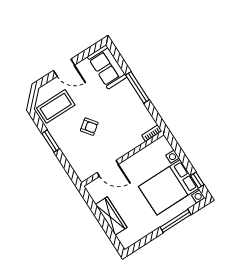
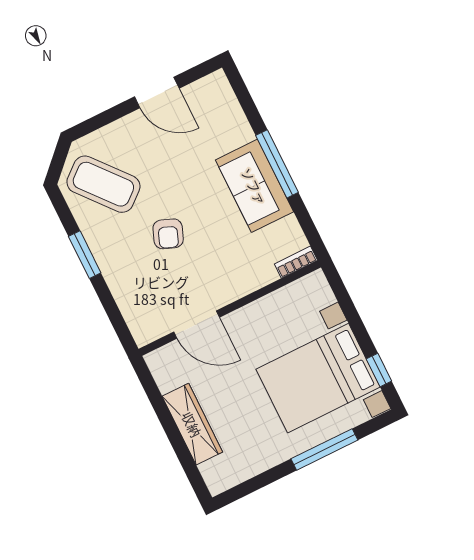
sofa: (107, 67) -> (254, 186), moved
door: (64, 68) -> (157, 93), moved
coffee table: (56, 106) -> (103, 184), turned 50
armchair: (89, 127) -> (168, 234), turned 58

